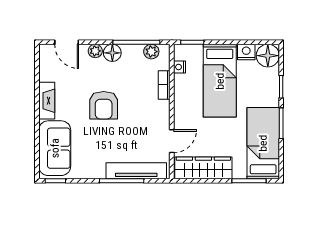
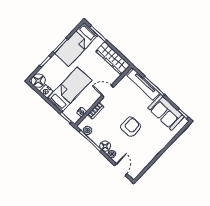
fireplace: (47, 101) -> (154, 152), removed
door: (172, 141) -> (108, 91), moved
sofa: (55, 148) -> (166, 112), moved, turned -90

